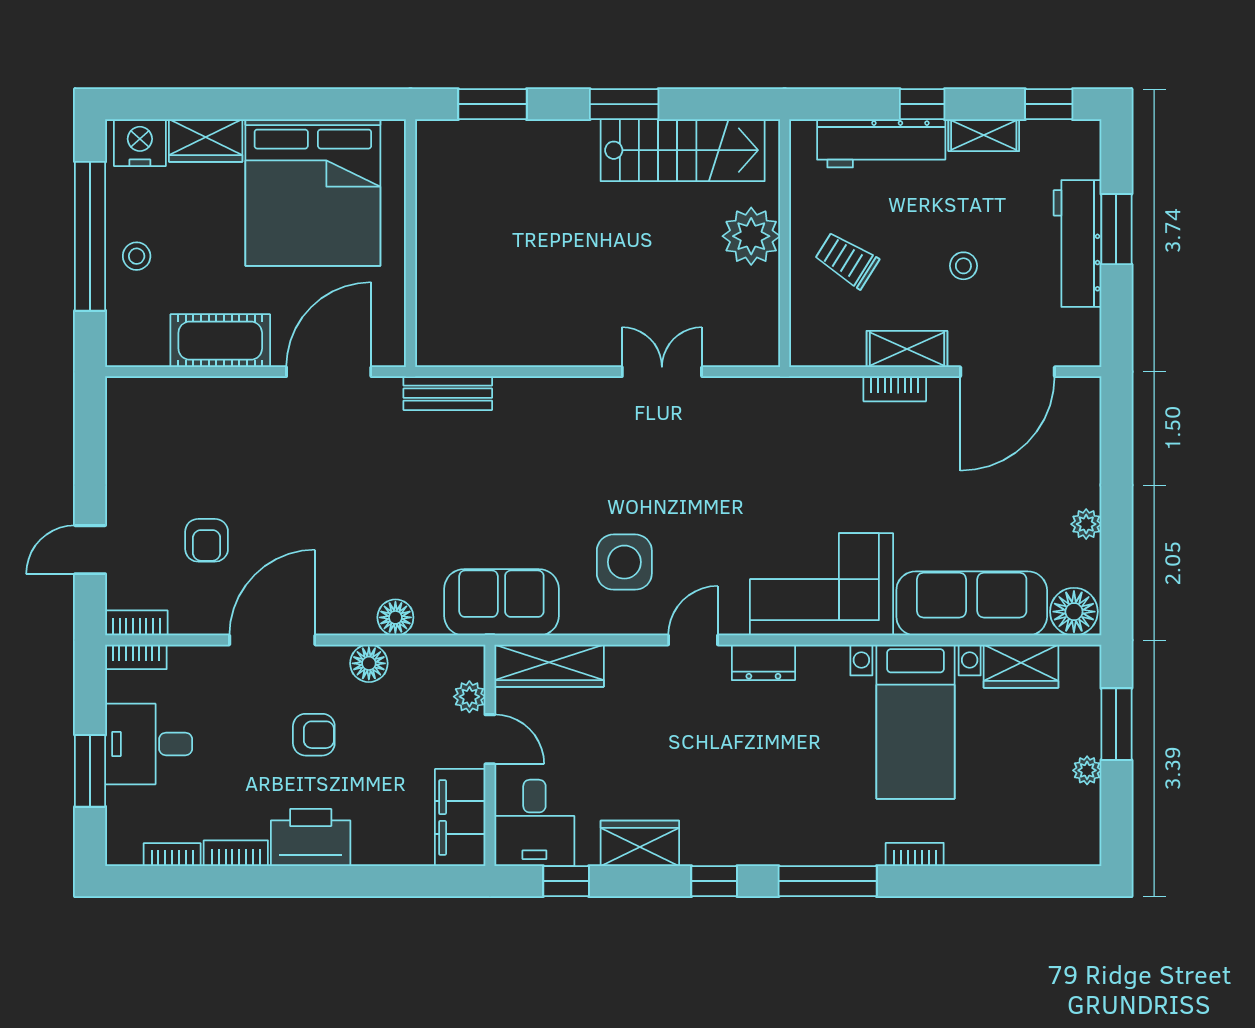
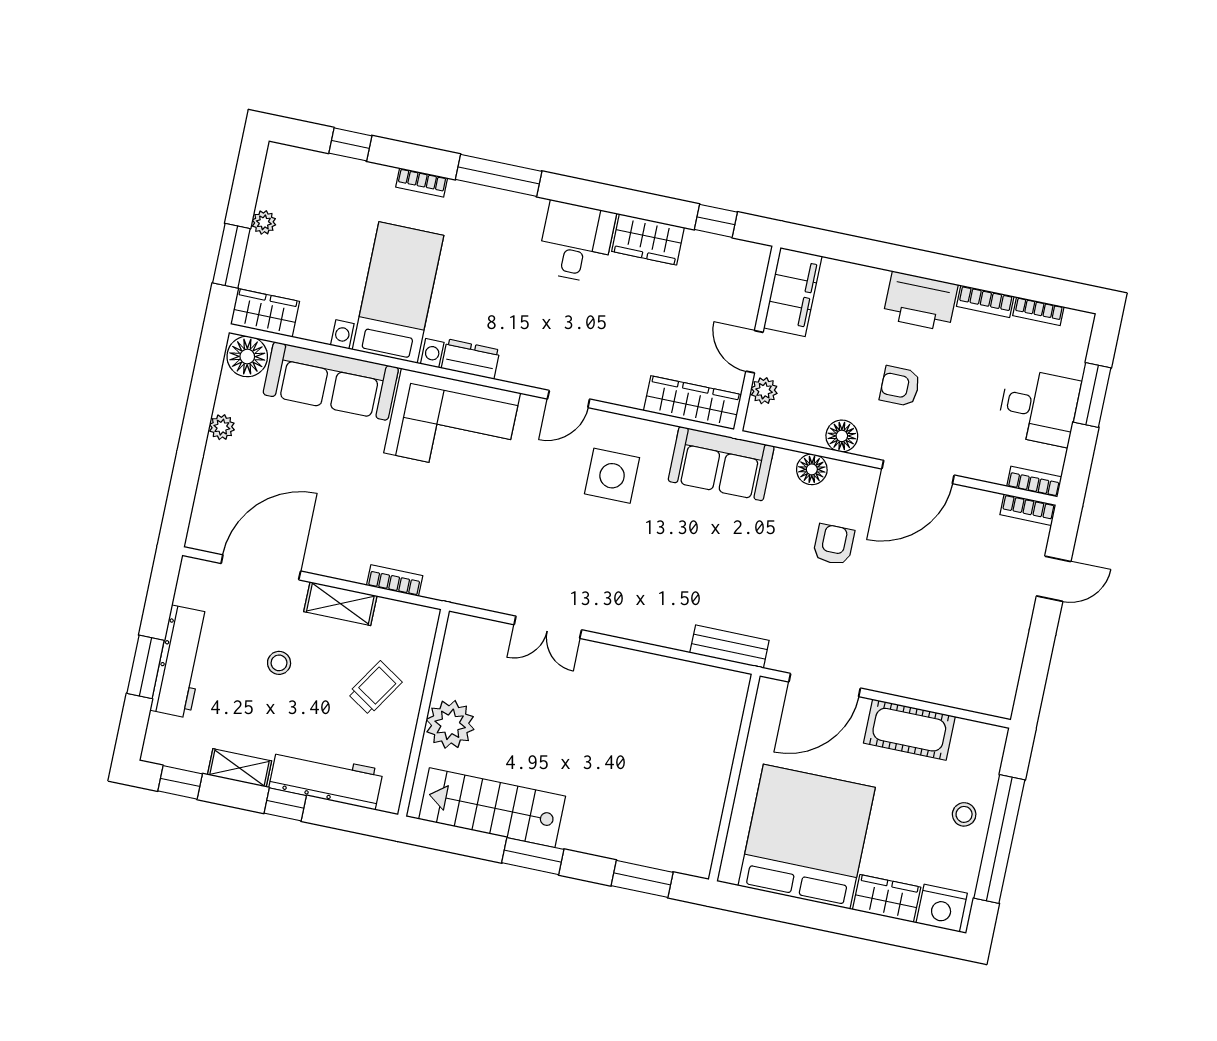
trolley: (847, 260) -> (375, 688), turned -89
bookcase: (895, 389) -> (395, 580), moved
armchair: (207, 540) -> (834, 545), moved
dresser: (763, 662) -> (471, 359), moved
wardrobe: (1021, 666) -> (265, 313), moved
desk: (534, 823) -> (576, 242), moved
window: (714, 881) -> (350, 144), moved

